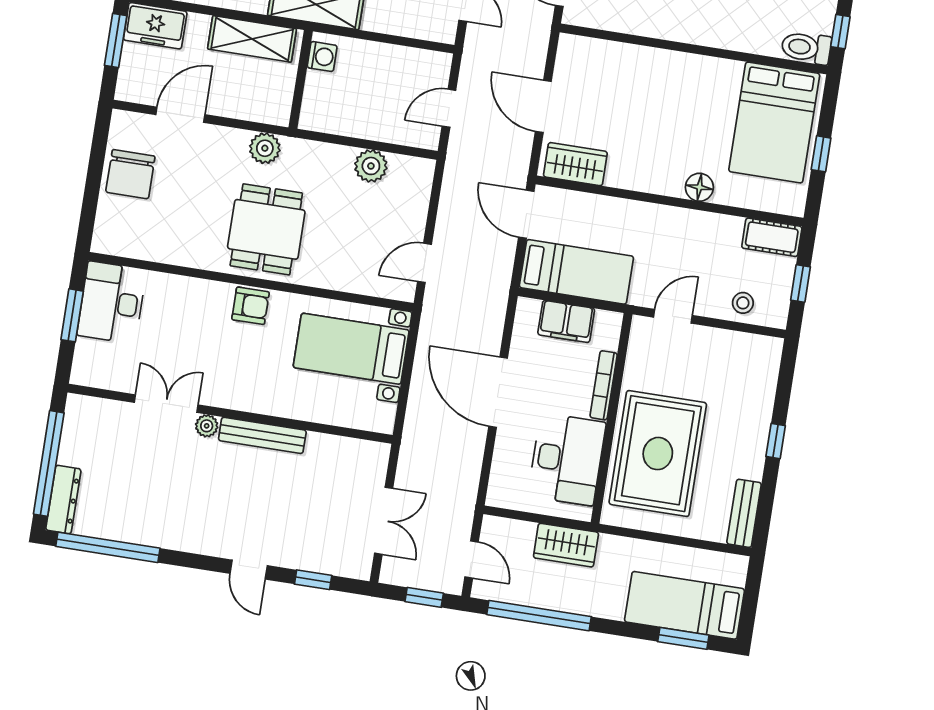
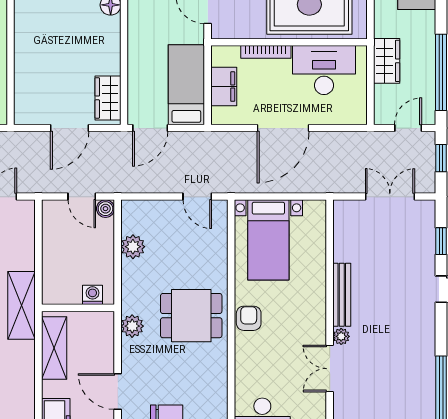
washing machine: (322, 57) -> (93, 295), moved
boiler: (428, 137) -> (105, 209), added

